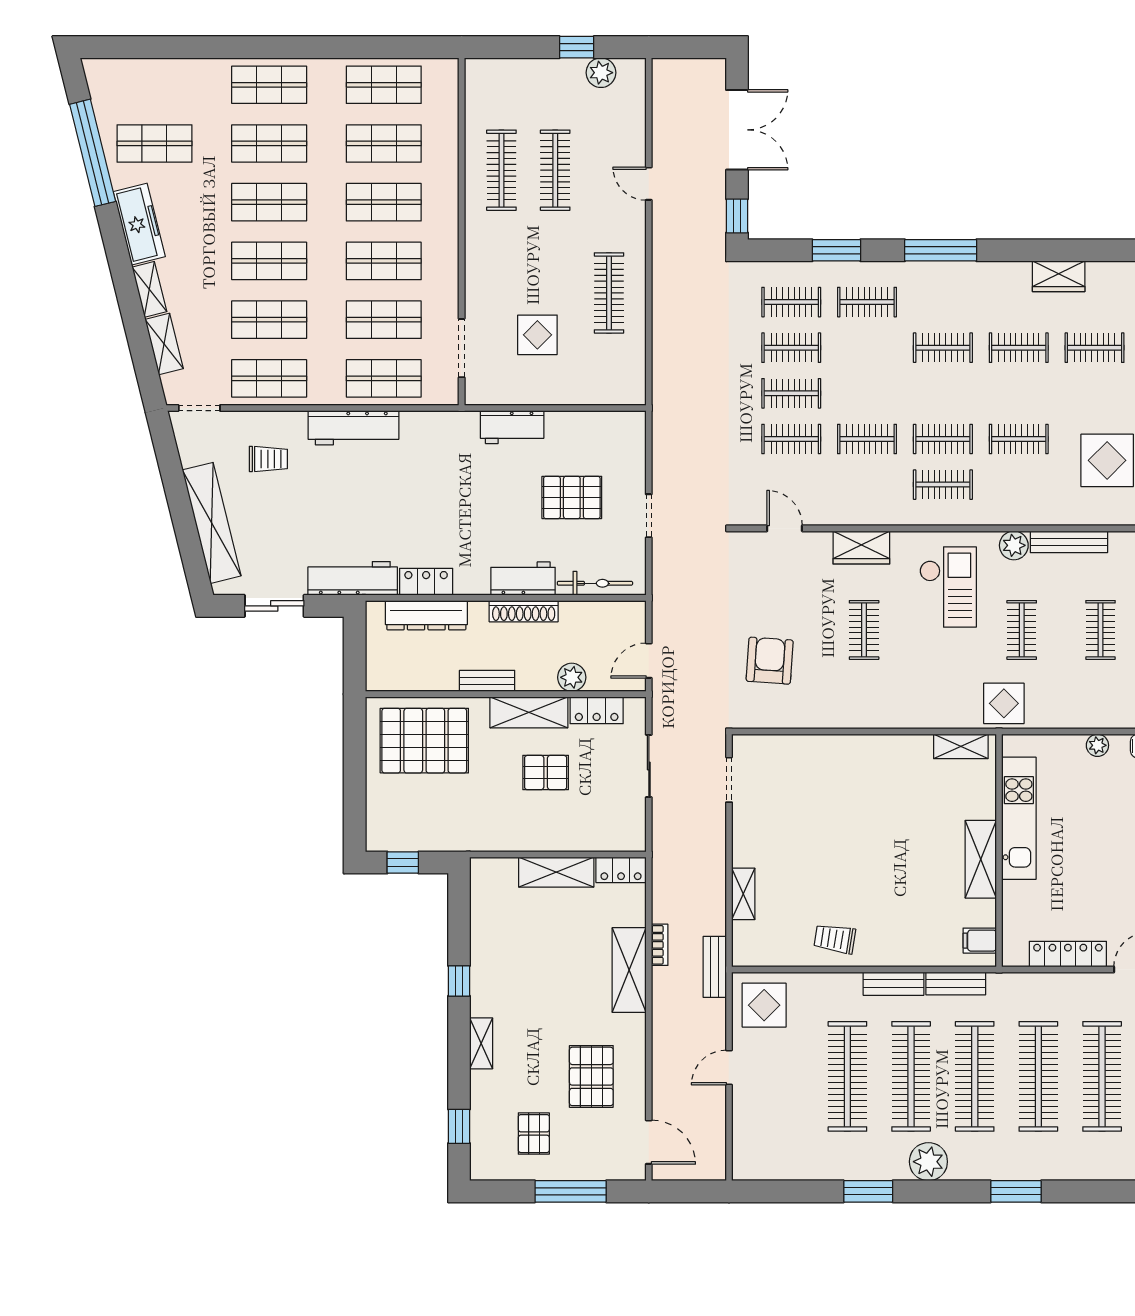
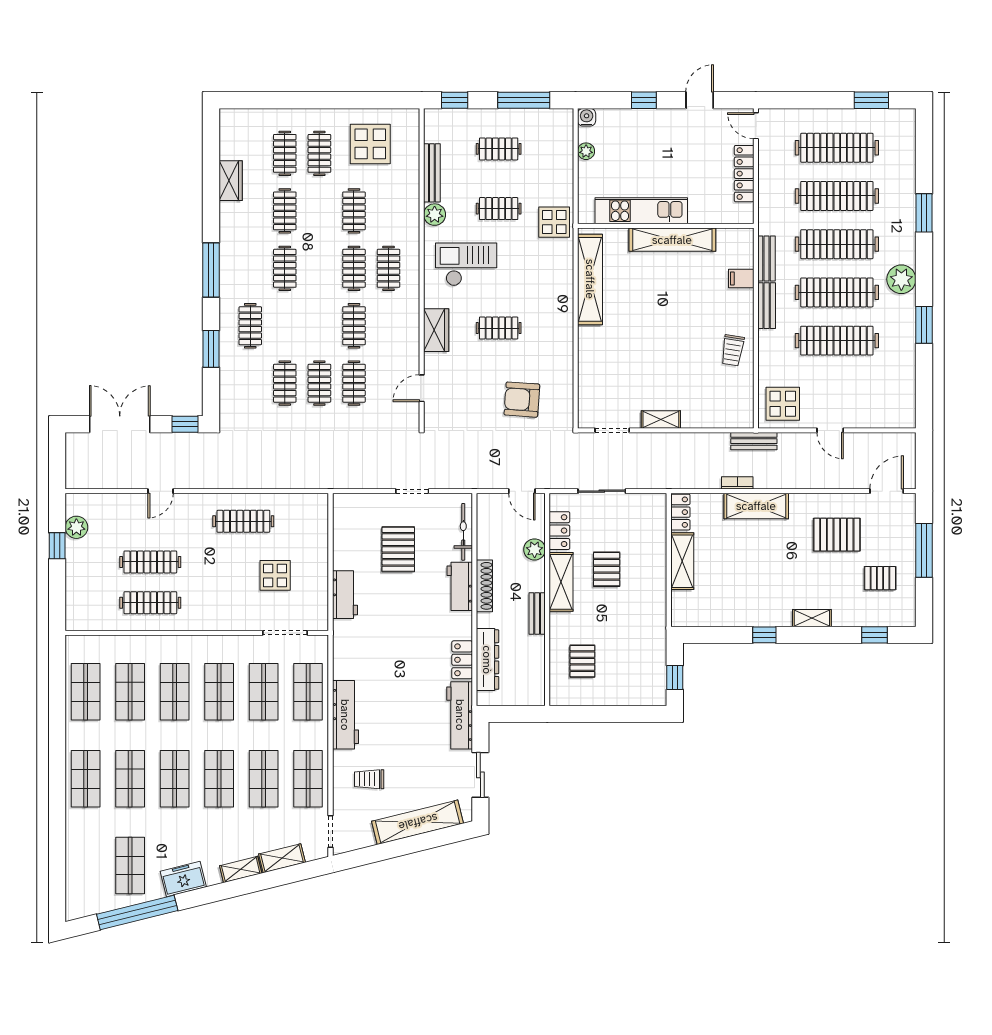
freezer: (139, 224) -> (183, 879), width x0.71
clothes rail: (791, 302) -> (319, 153), moved
trolley: (268, 459) -> (369, 779), turned -90
pallet: (424, 741) -> (582, 661), width x0.49, depth x0.50
shelving: (961, 746) -> (590, 279), width x2.20, depth x1.33
shelving: (981, 859) -> (672, 240), width x1.47
shelving: (743, 894) -> (661, 420), moved
filing cabinet: (980, 941) -> (741, 279), moved, turned 90

